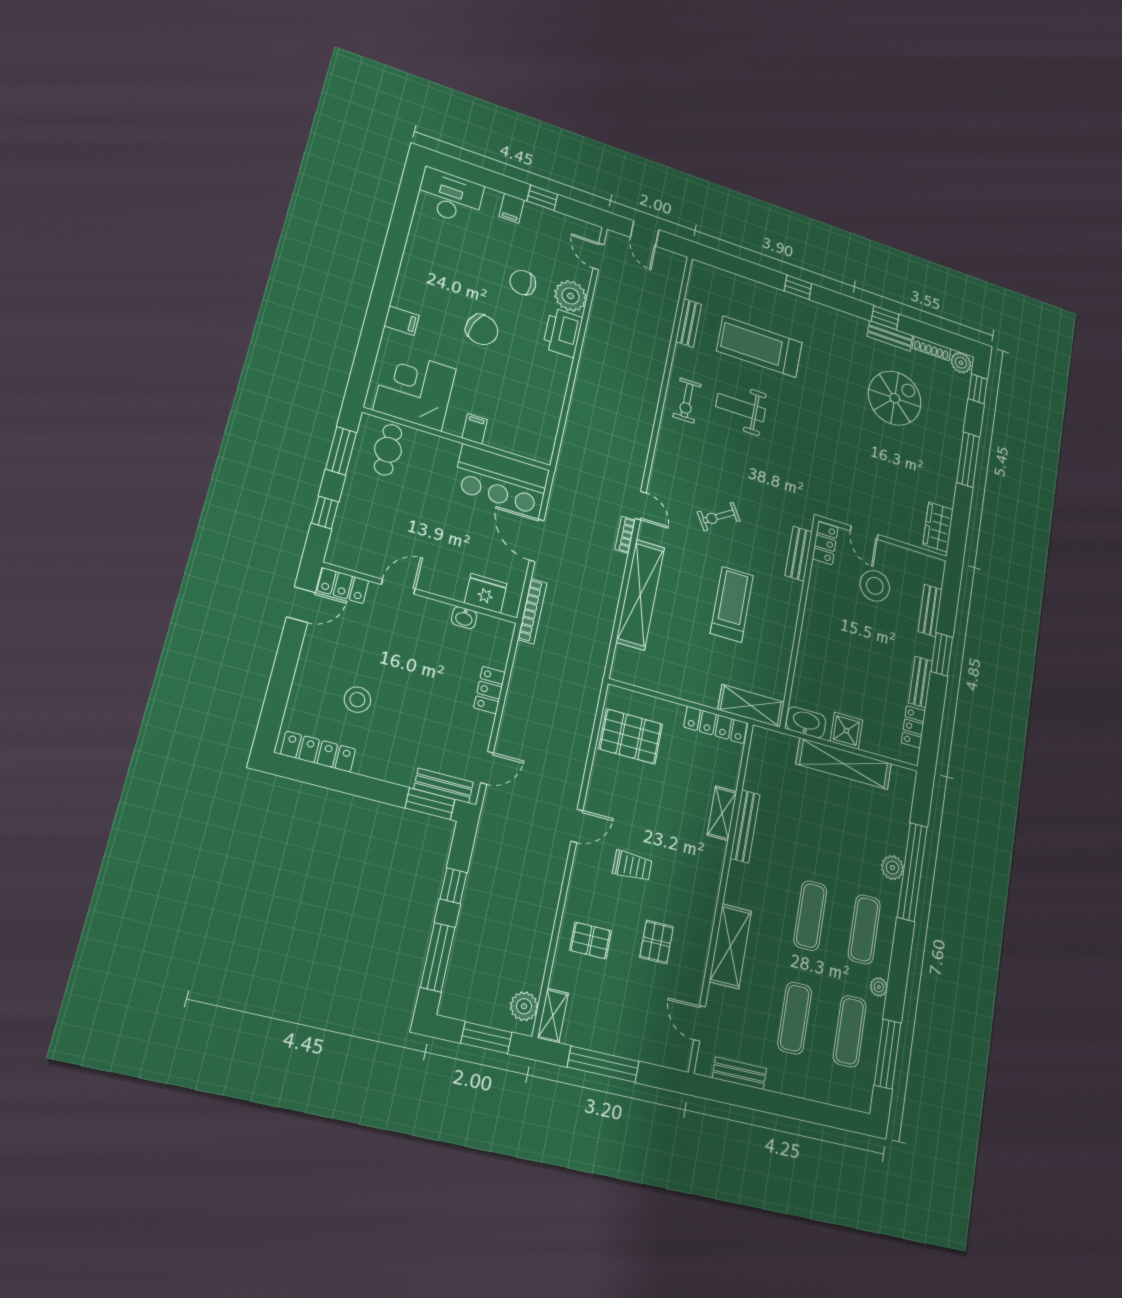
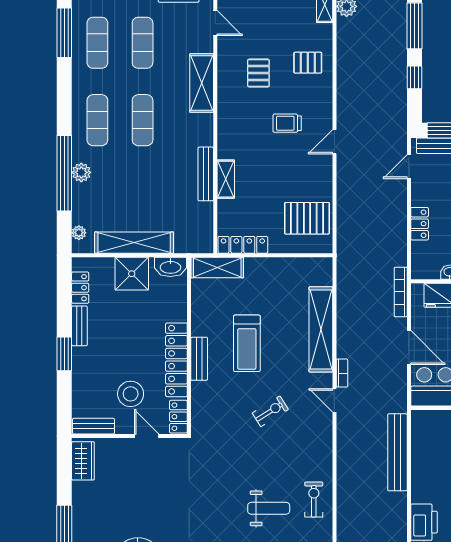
bench: (577, 422) -> (397, 452), added
bench: (799, 554) -> (199, 359), moved
locker: (817, 609) -> (176, 360), added
bench: (930, 611) -> (93, 426), moved, turned 90
shower: (846, 731) -> (132, 274), width x1.36, depth x1.36
plant: (879, 987) -> (79, 233), moved

